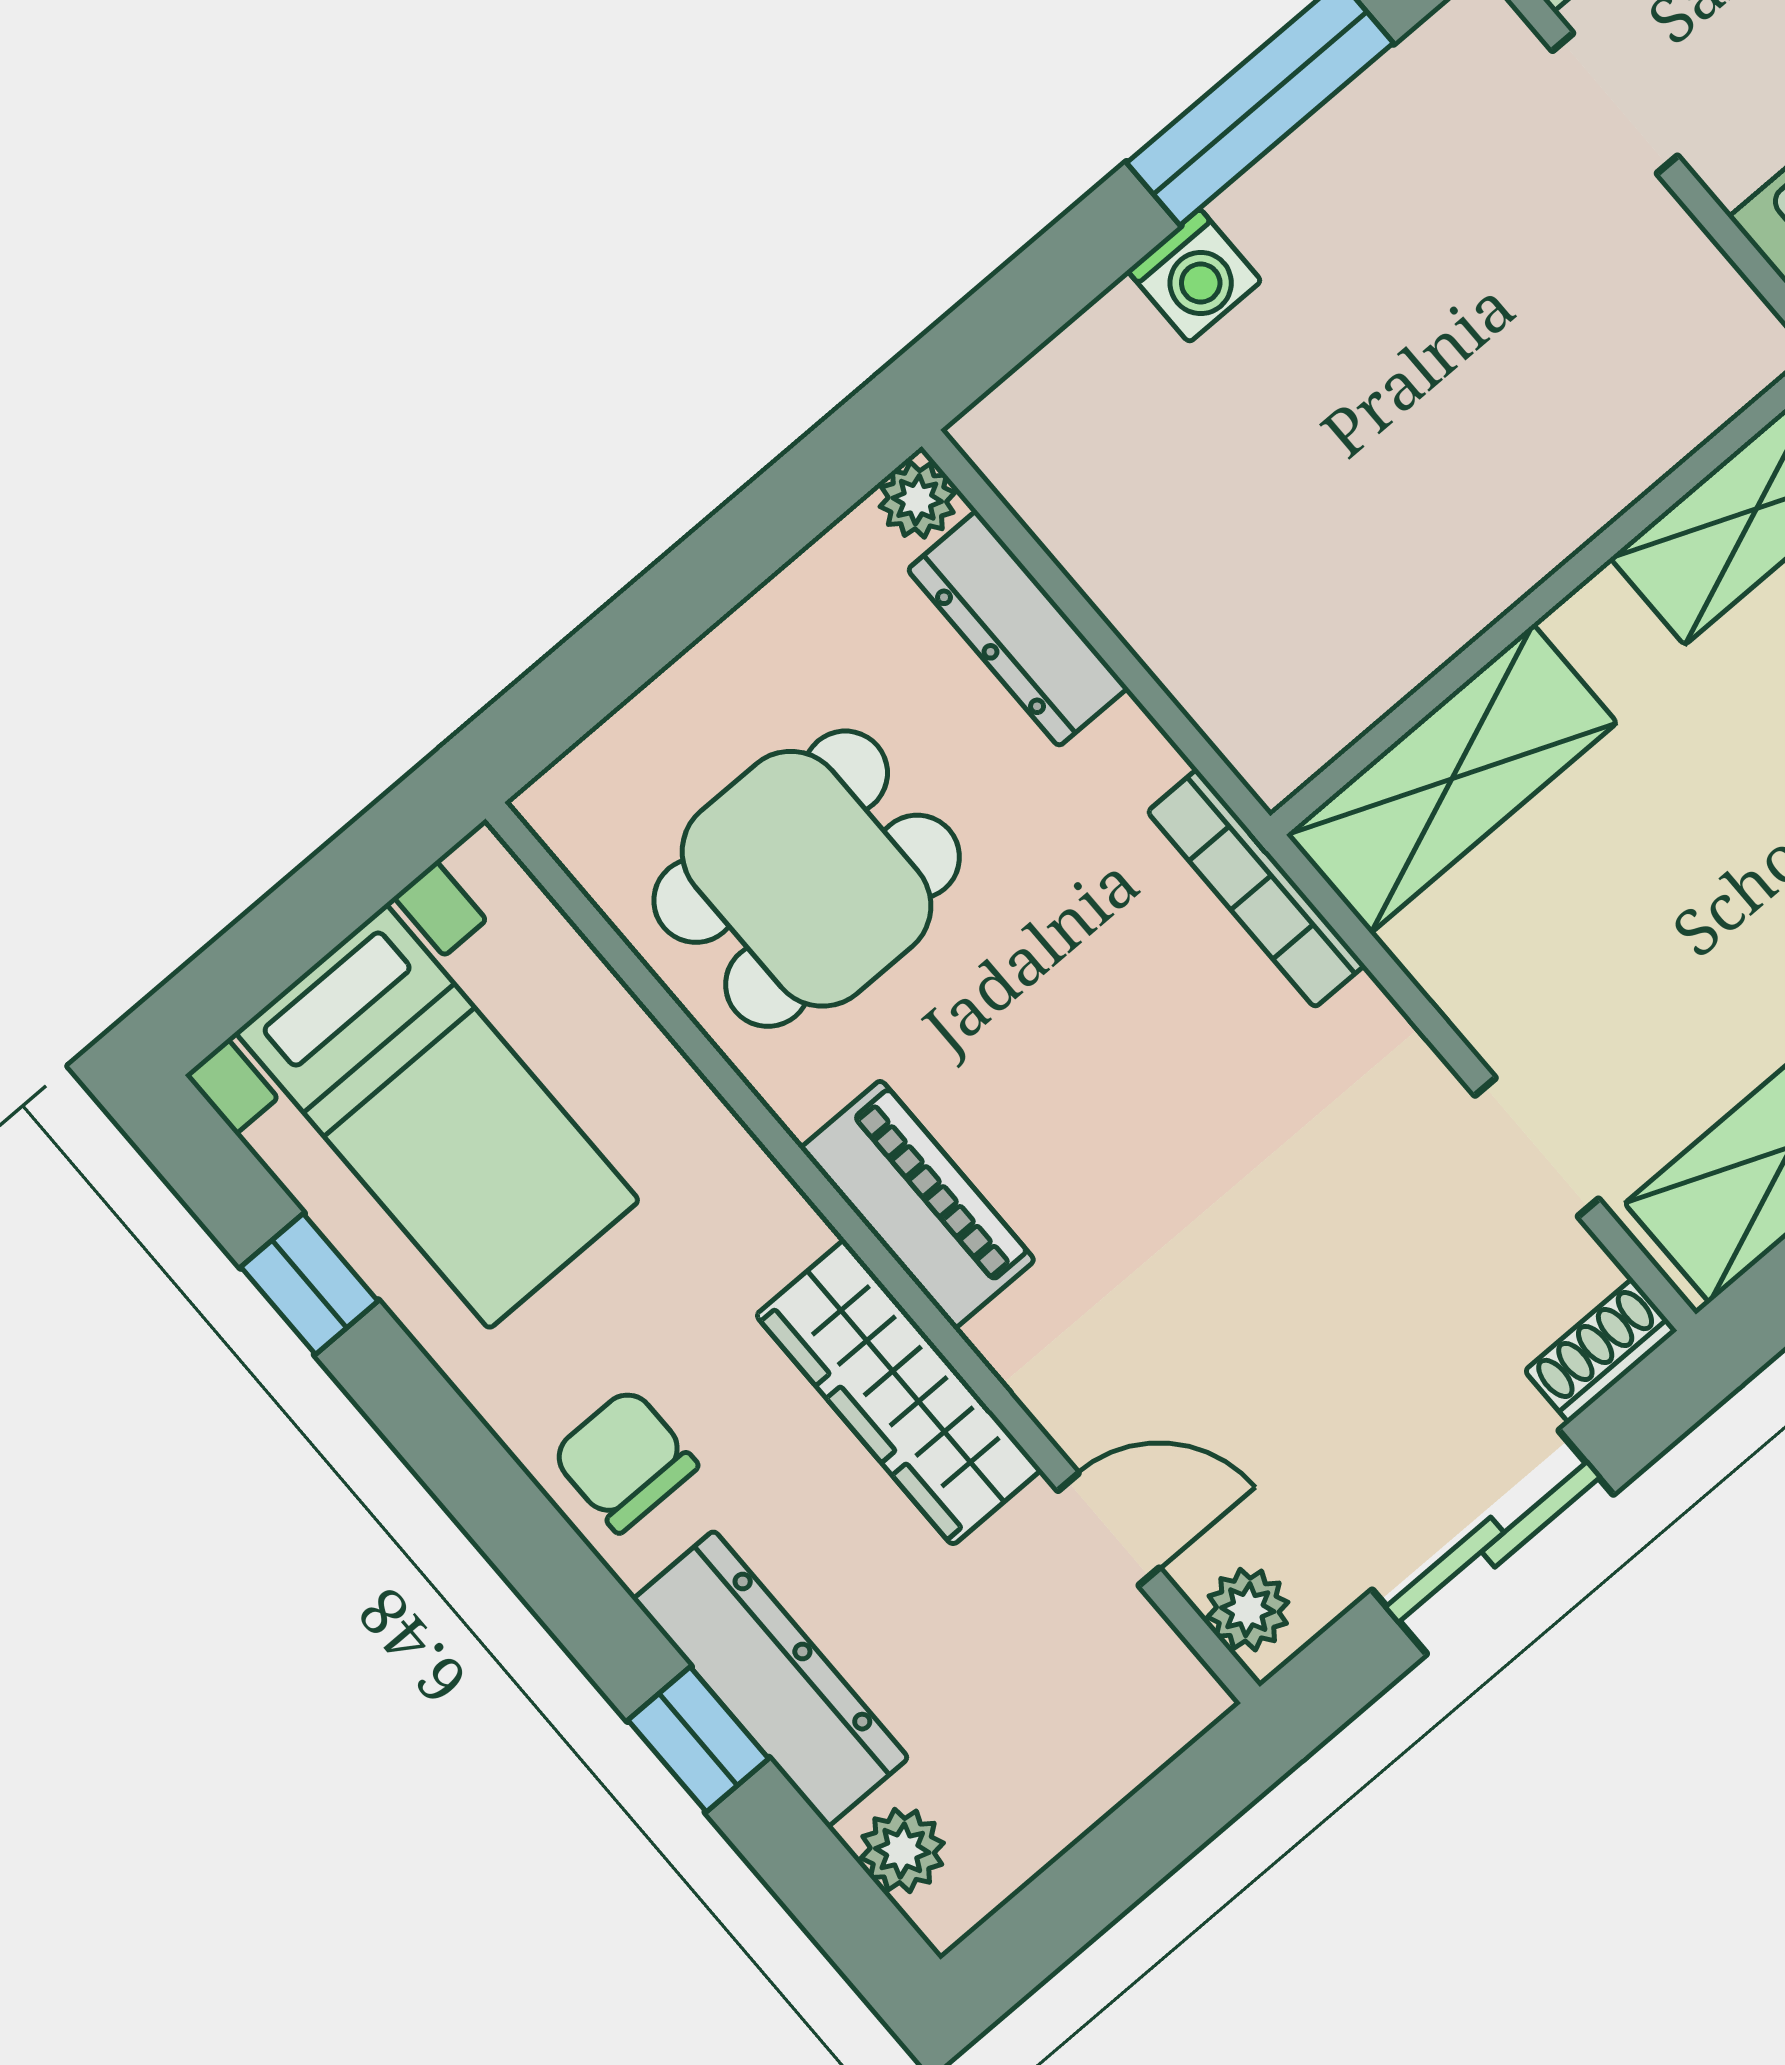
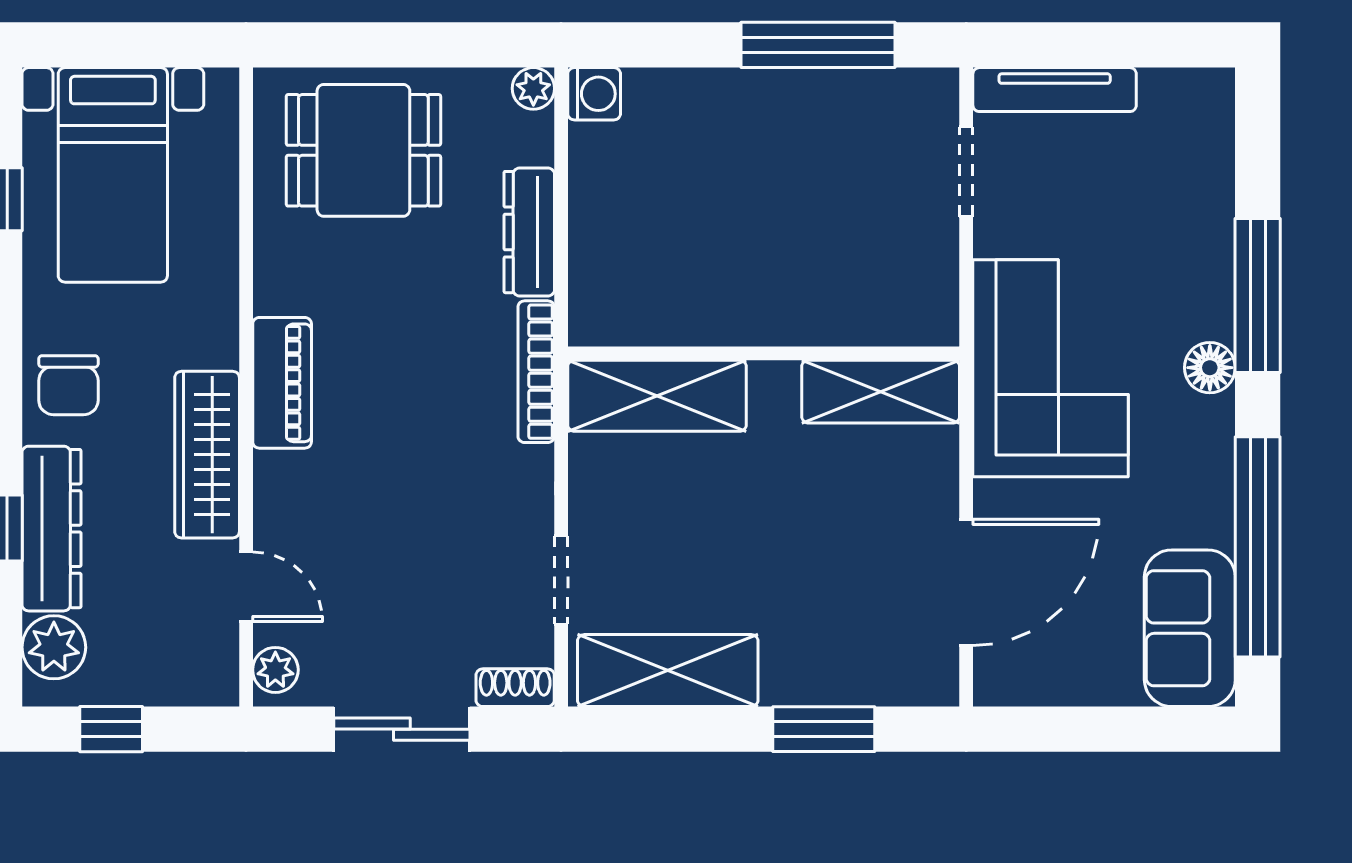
washing machine: (1194, 276) -> (594, 94), moved, turned -90
dresser: (1018, 629) -> (529, 232), moved
dining table: (807, 879) -> (363, 150), moved
chair: (625, 1460) -> (68, 385), turned 180
plant: (902, 1850) -> (54, 647), width x1.38, depth x1.38
window: (1090, 1886) -> (111, 729), added

